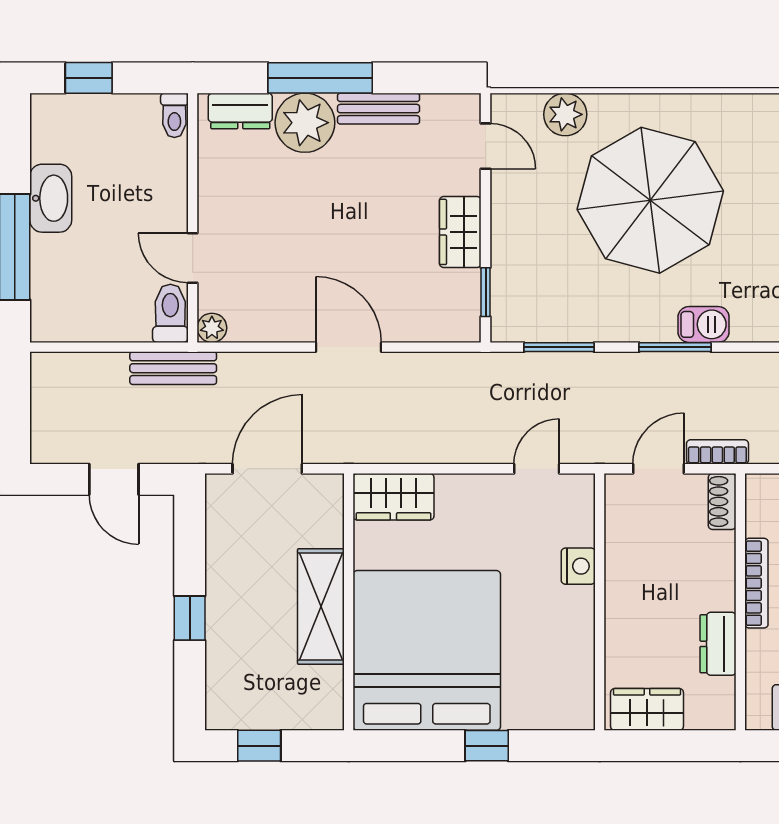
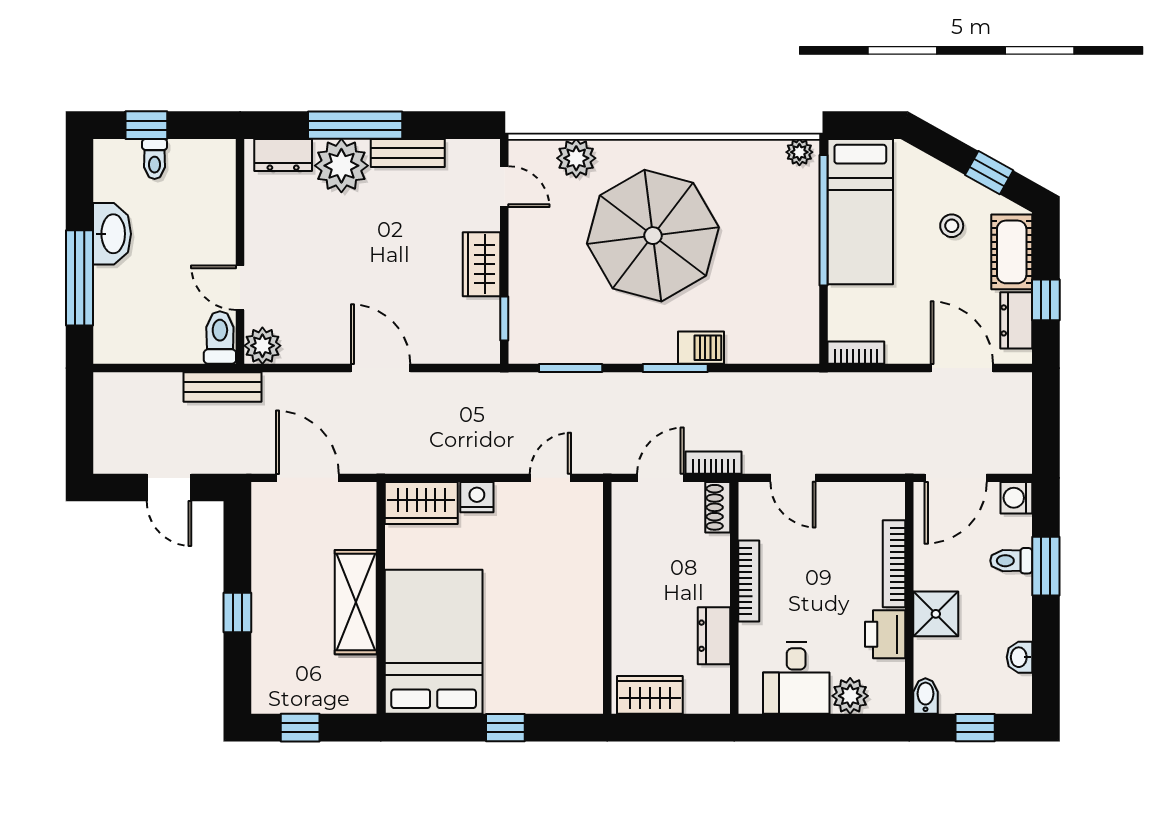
toilet: (174, 115) -> (155, 159), moved
plant: (212, 328) -> (262, 346), width x1.38, depth x1.38
door: (267, 469) -> (307, 478), hinge flipped
nightstand: (578, 566) -> (477, 497), moved, turned -90
bed: (427, 650) -> (434, 642), width x0.73

